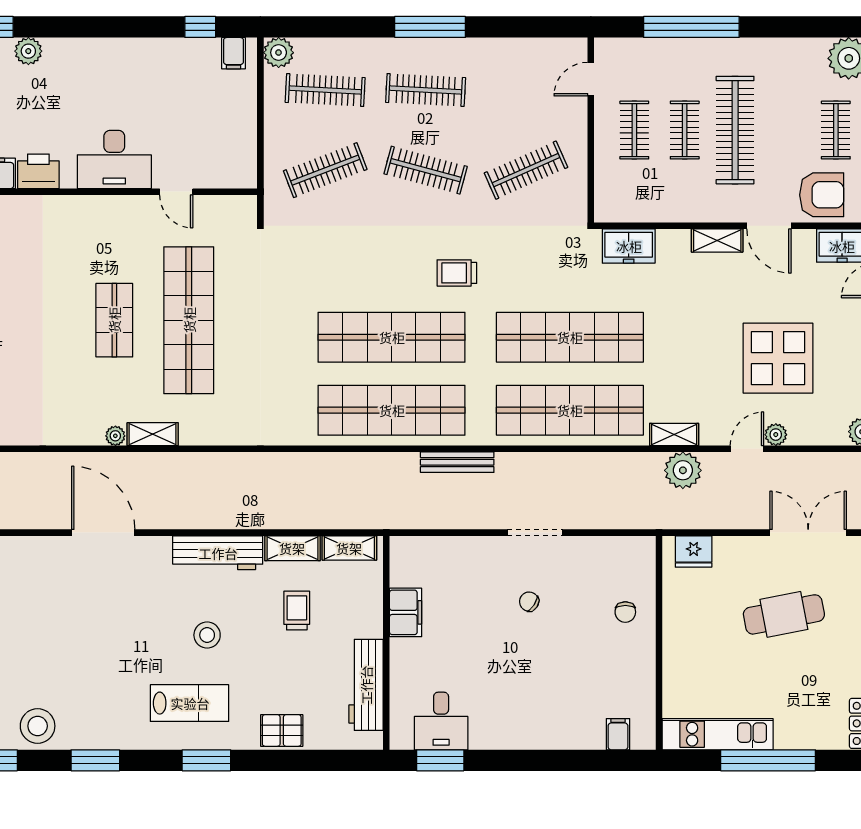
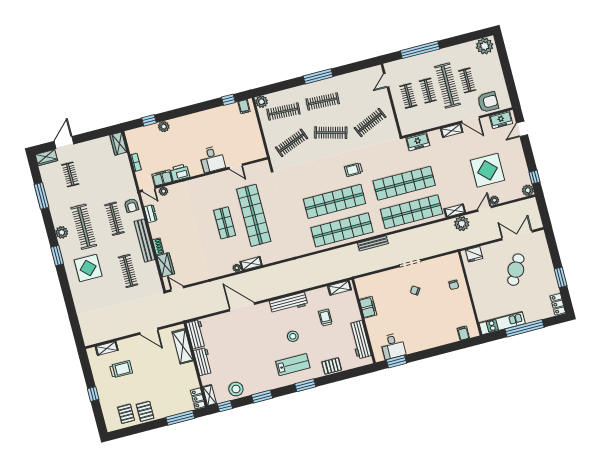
clothes rail: (836, 130) -> (467, 80), moved
desk: (114, 159) -> (212, 159), width x0.73
shelving: (292, 548) -> (317, 294), removed
cafe table: (784, 614) -> (516, 270), turned -51

